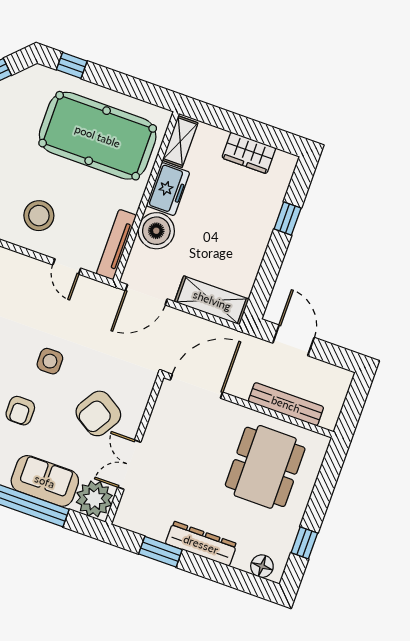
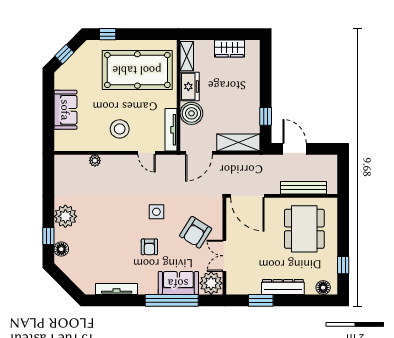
window: (288, 218) -> (266, 116), moved
door: (196, 386) -> (247, 196), swing flipped

